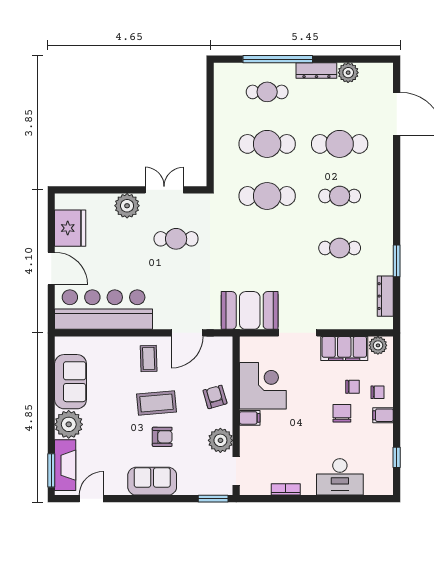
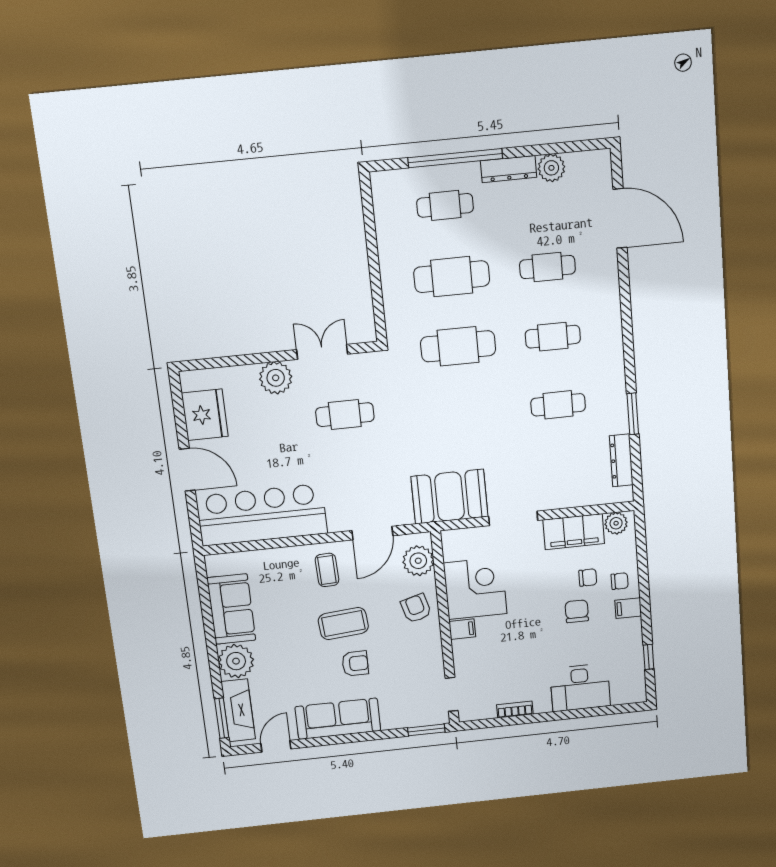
cafe table: (340, 144) -> (547, 267), width x0.73, depth x0.74
plant: (220, 440) -> (418, 561), moved
sofa: (152, 481) -> (338, 719), width x1.36

